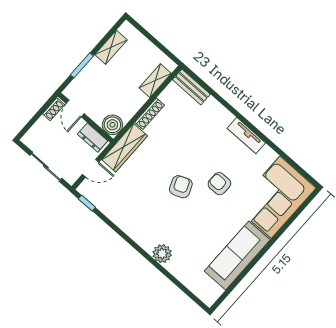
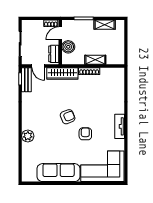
shelving: (155, 81) -> (95, 60), moved
bench: (191, 87) -> (26, 80), moved
boiler: (112, 125) -> (68, 47), moved

